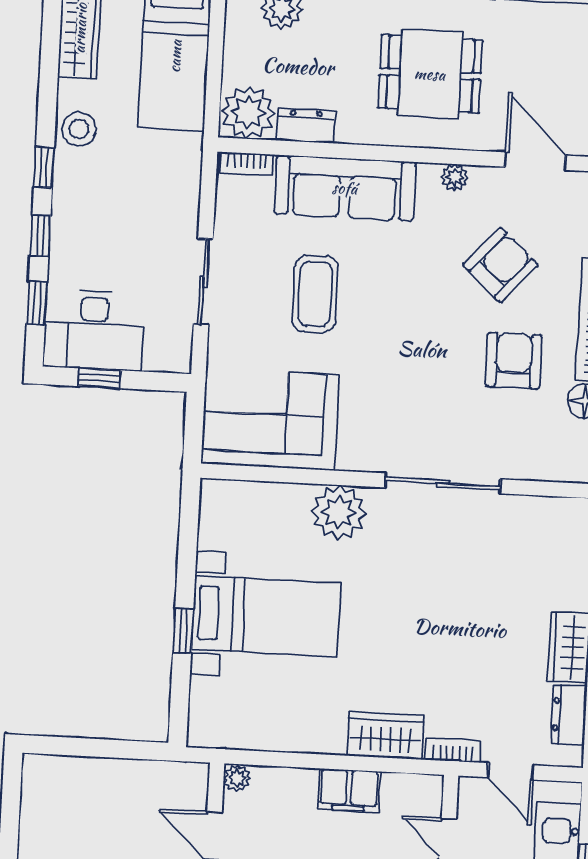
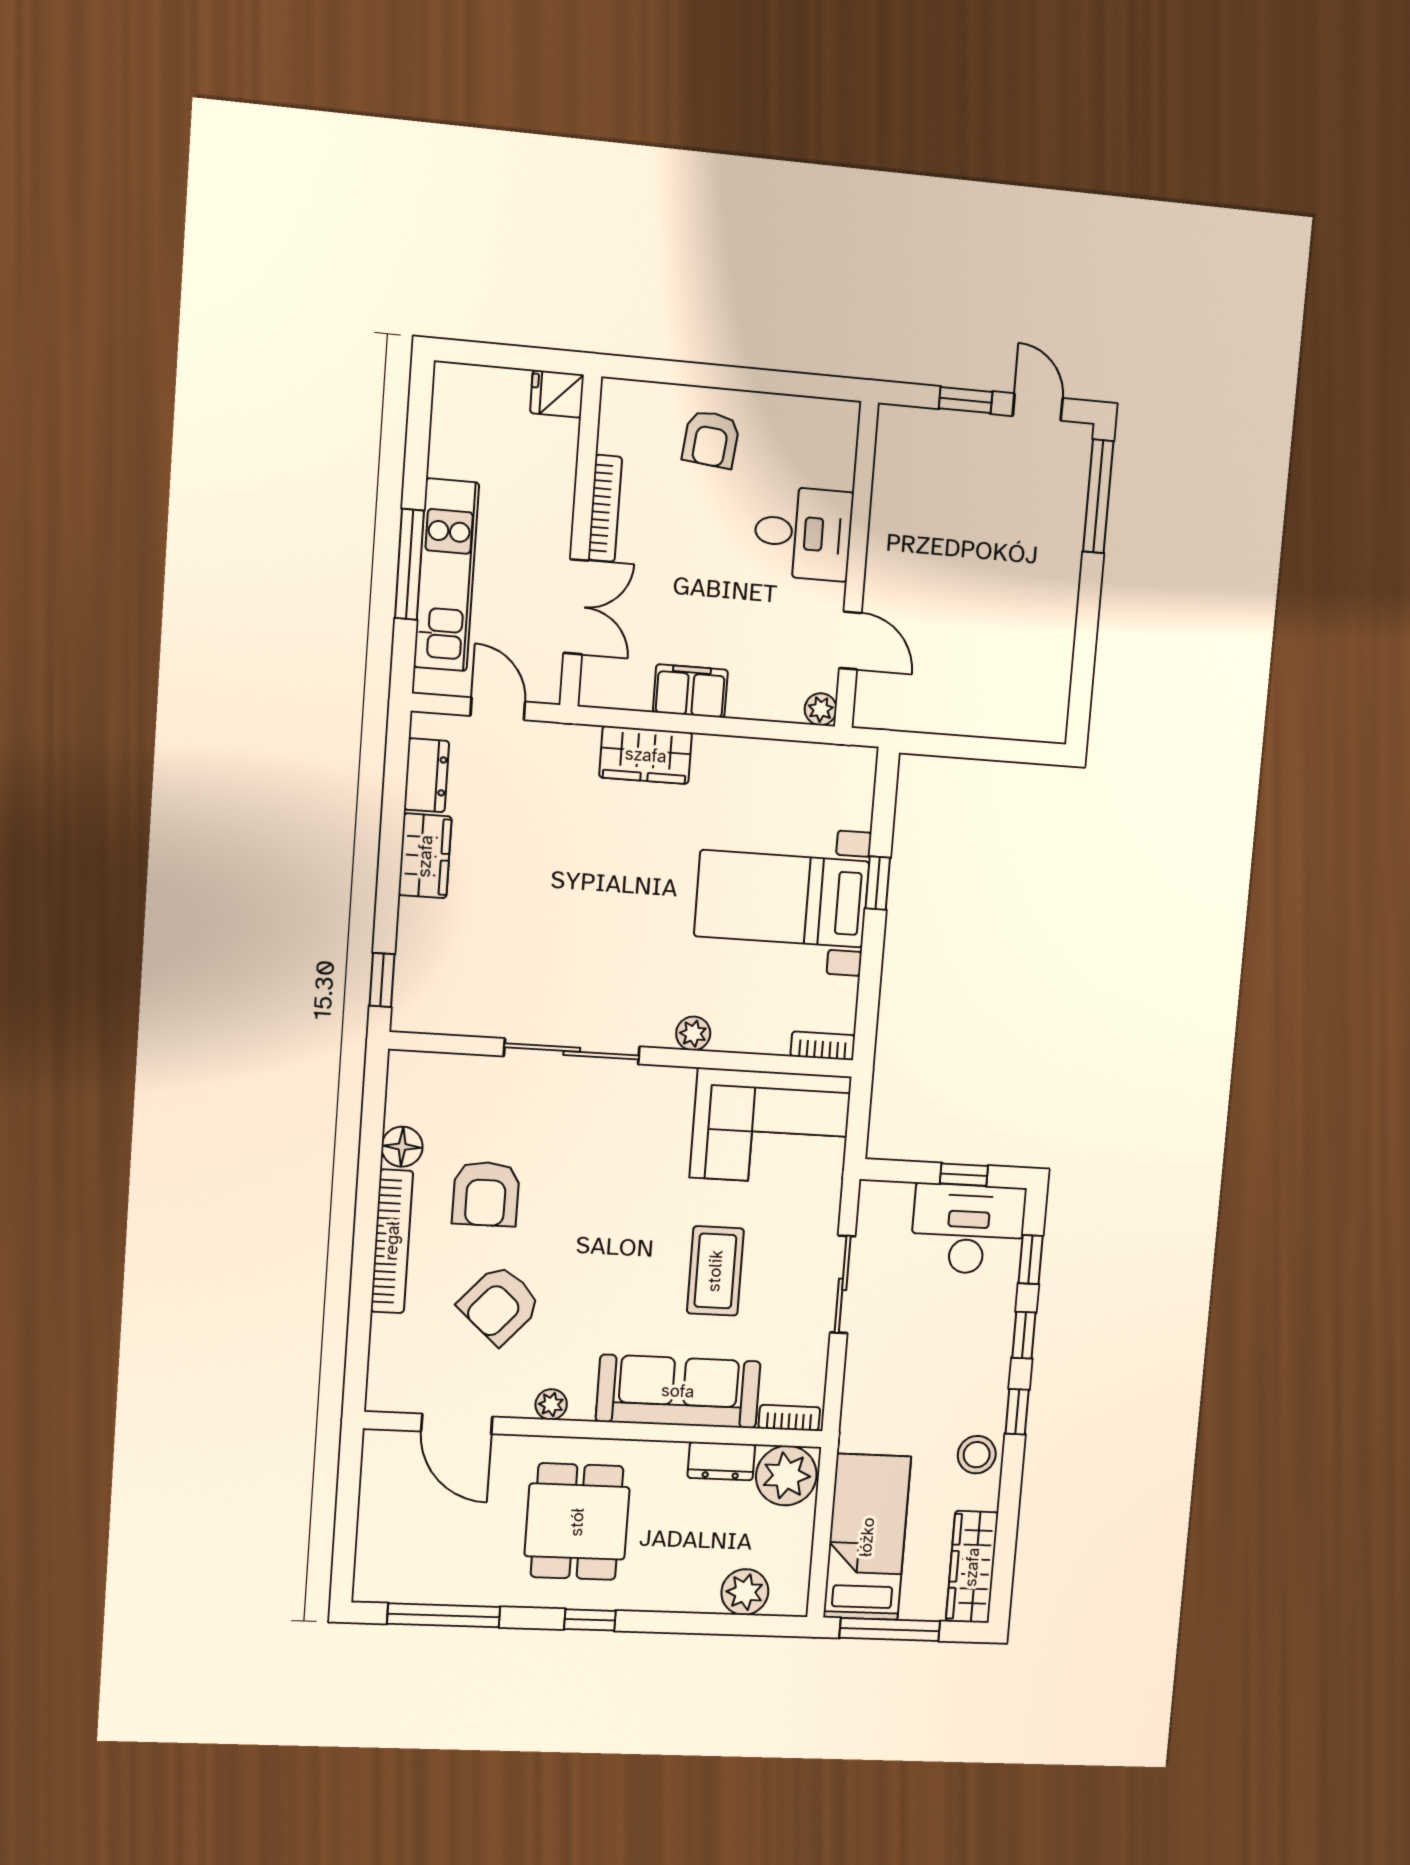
dining table: (430, 74) -> (577, 1522), turned 90
plant: (339, 512) -> (693, 1033), width x0.53, depth x0.53
bookcase: (453, 750) -> (823, 1046), moved, turned 180

